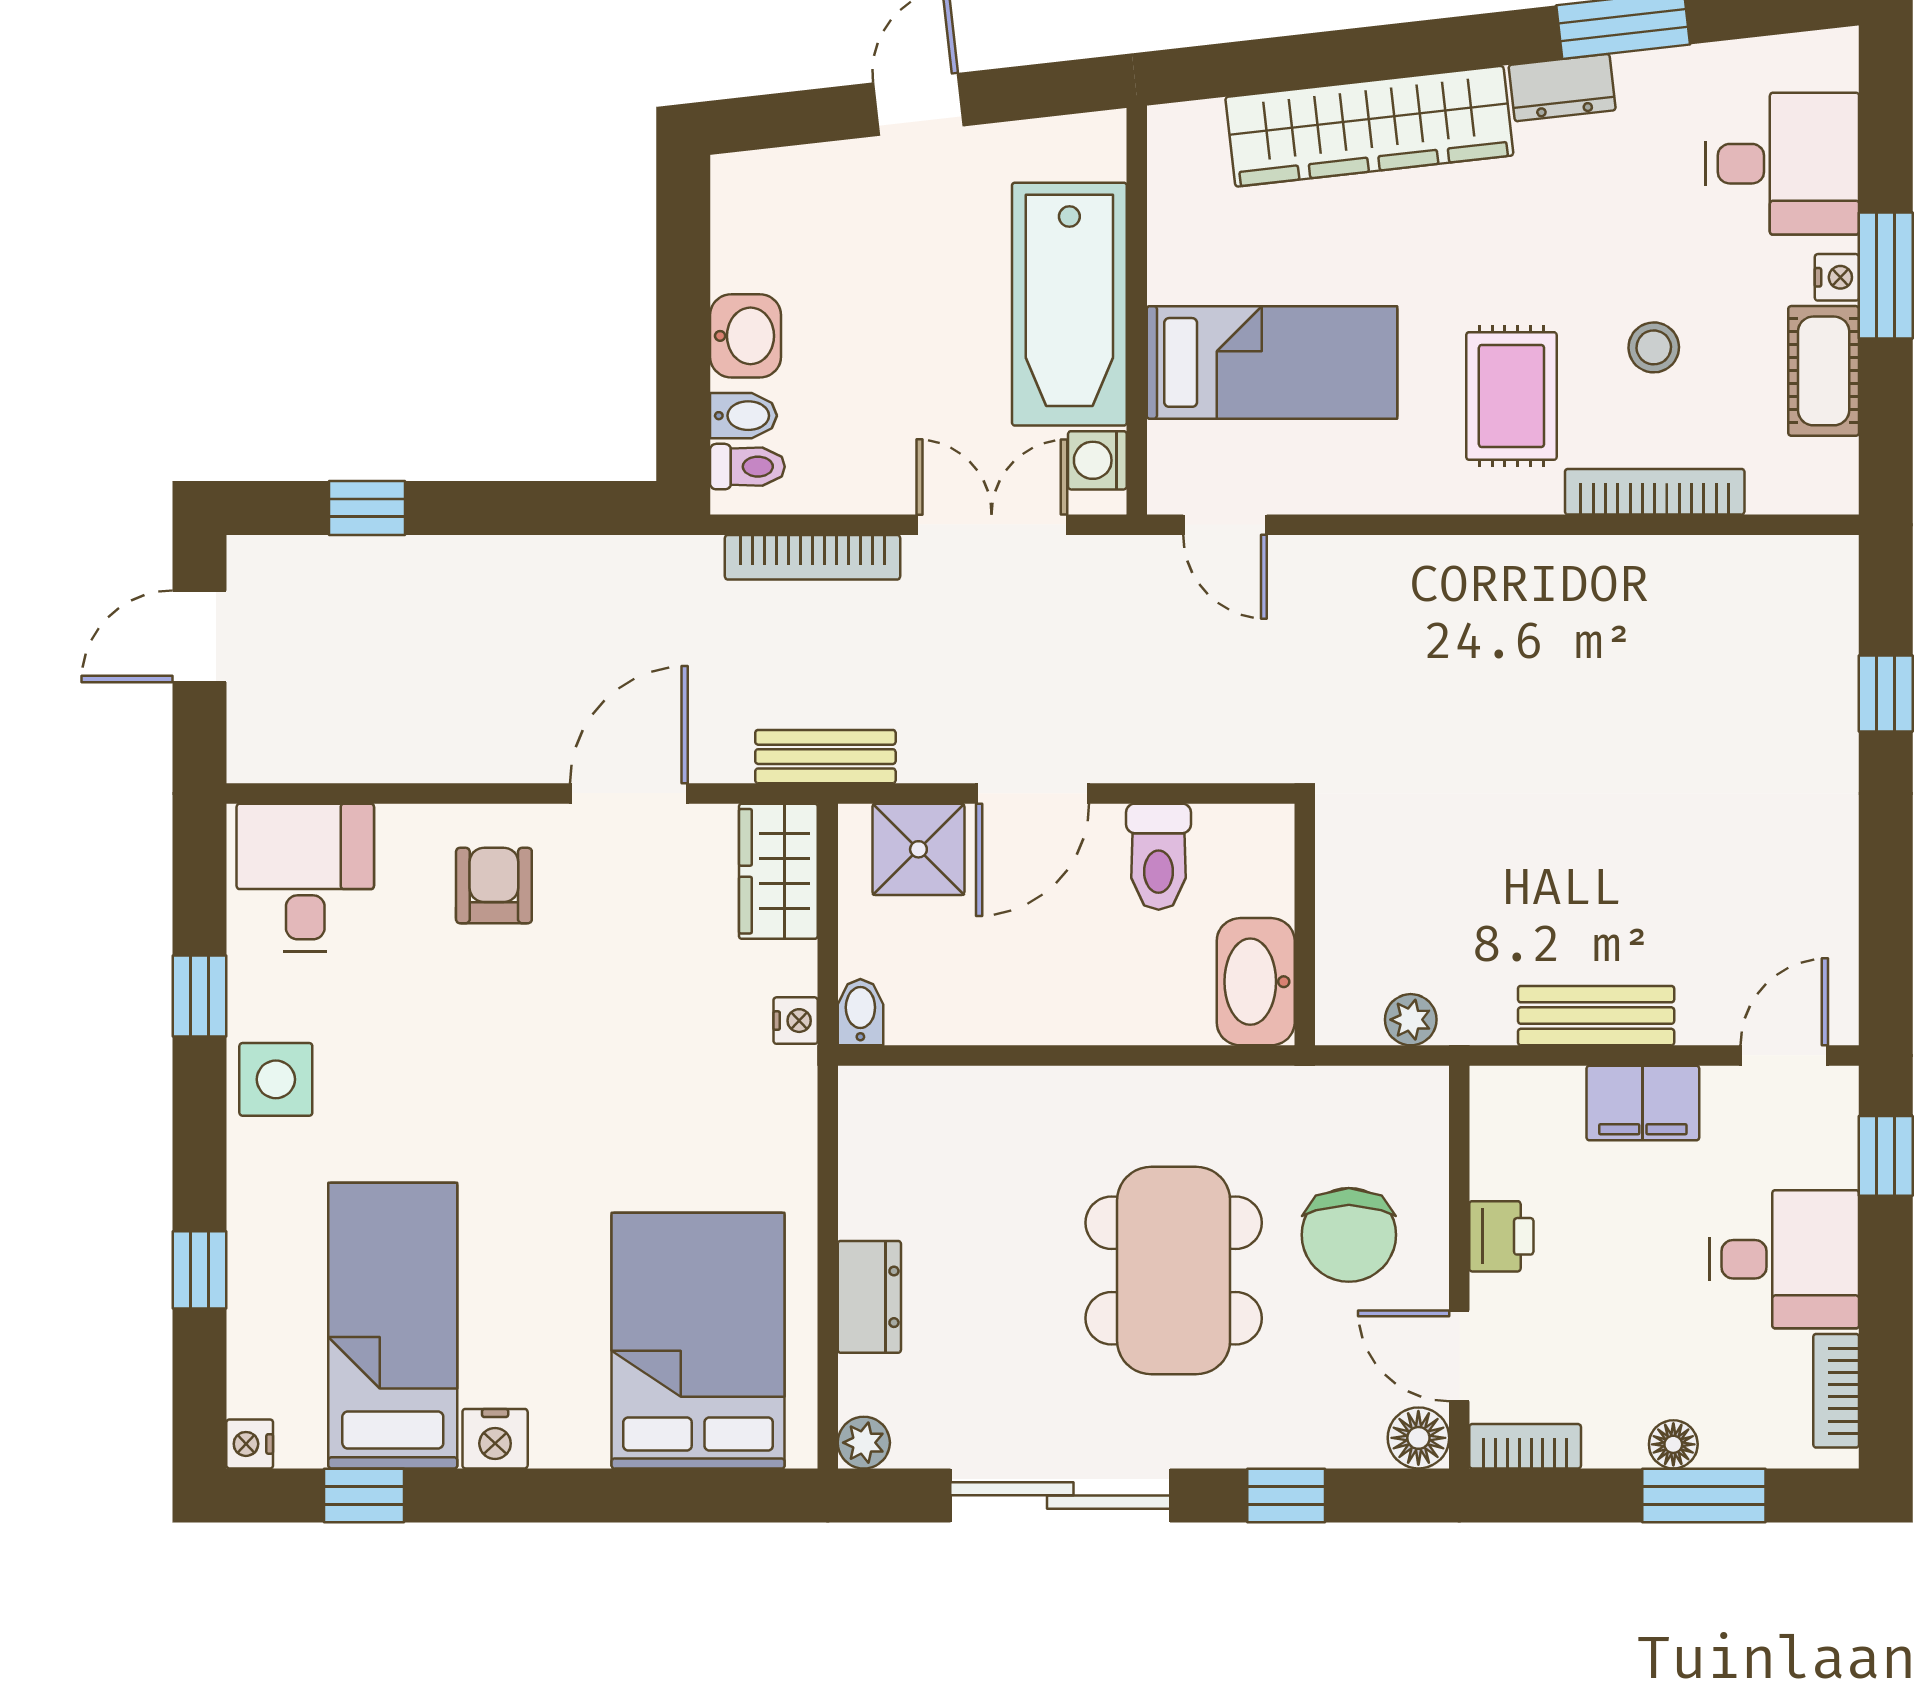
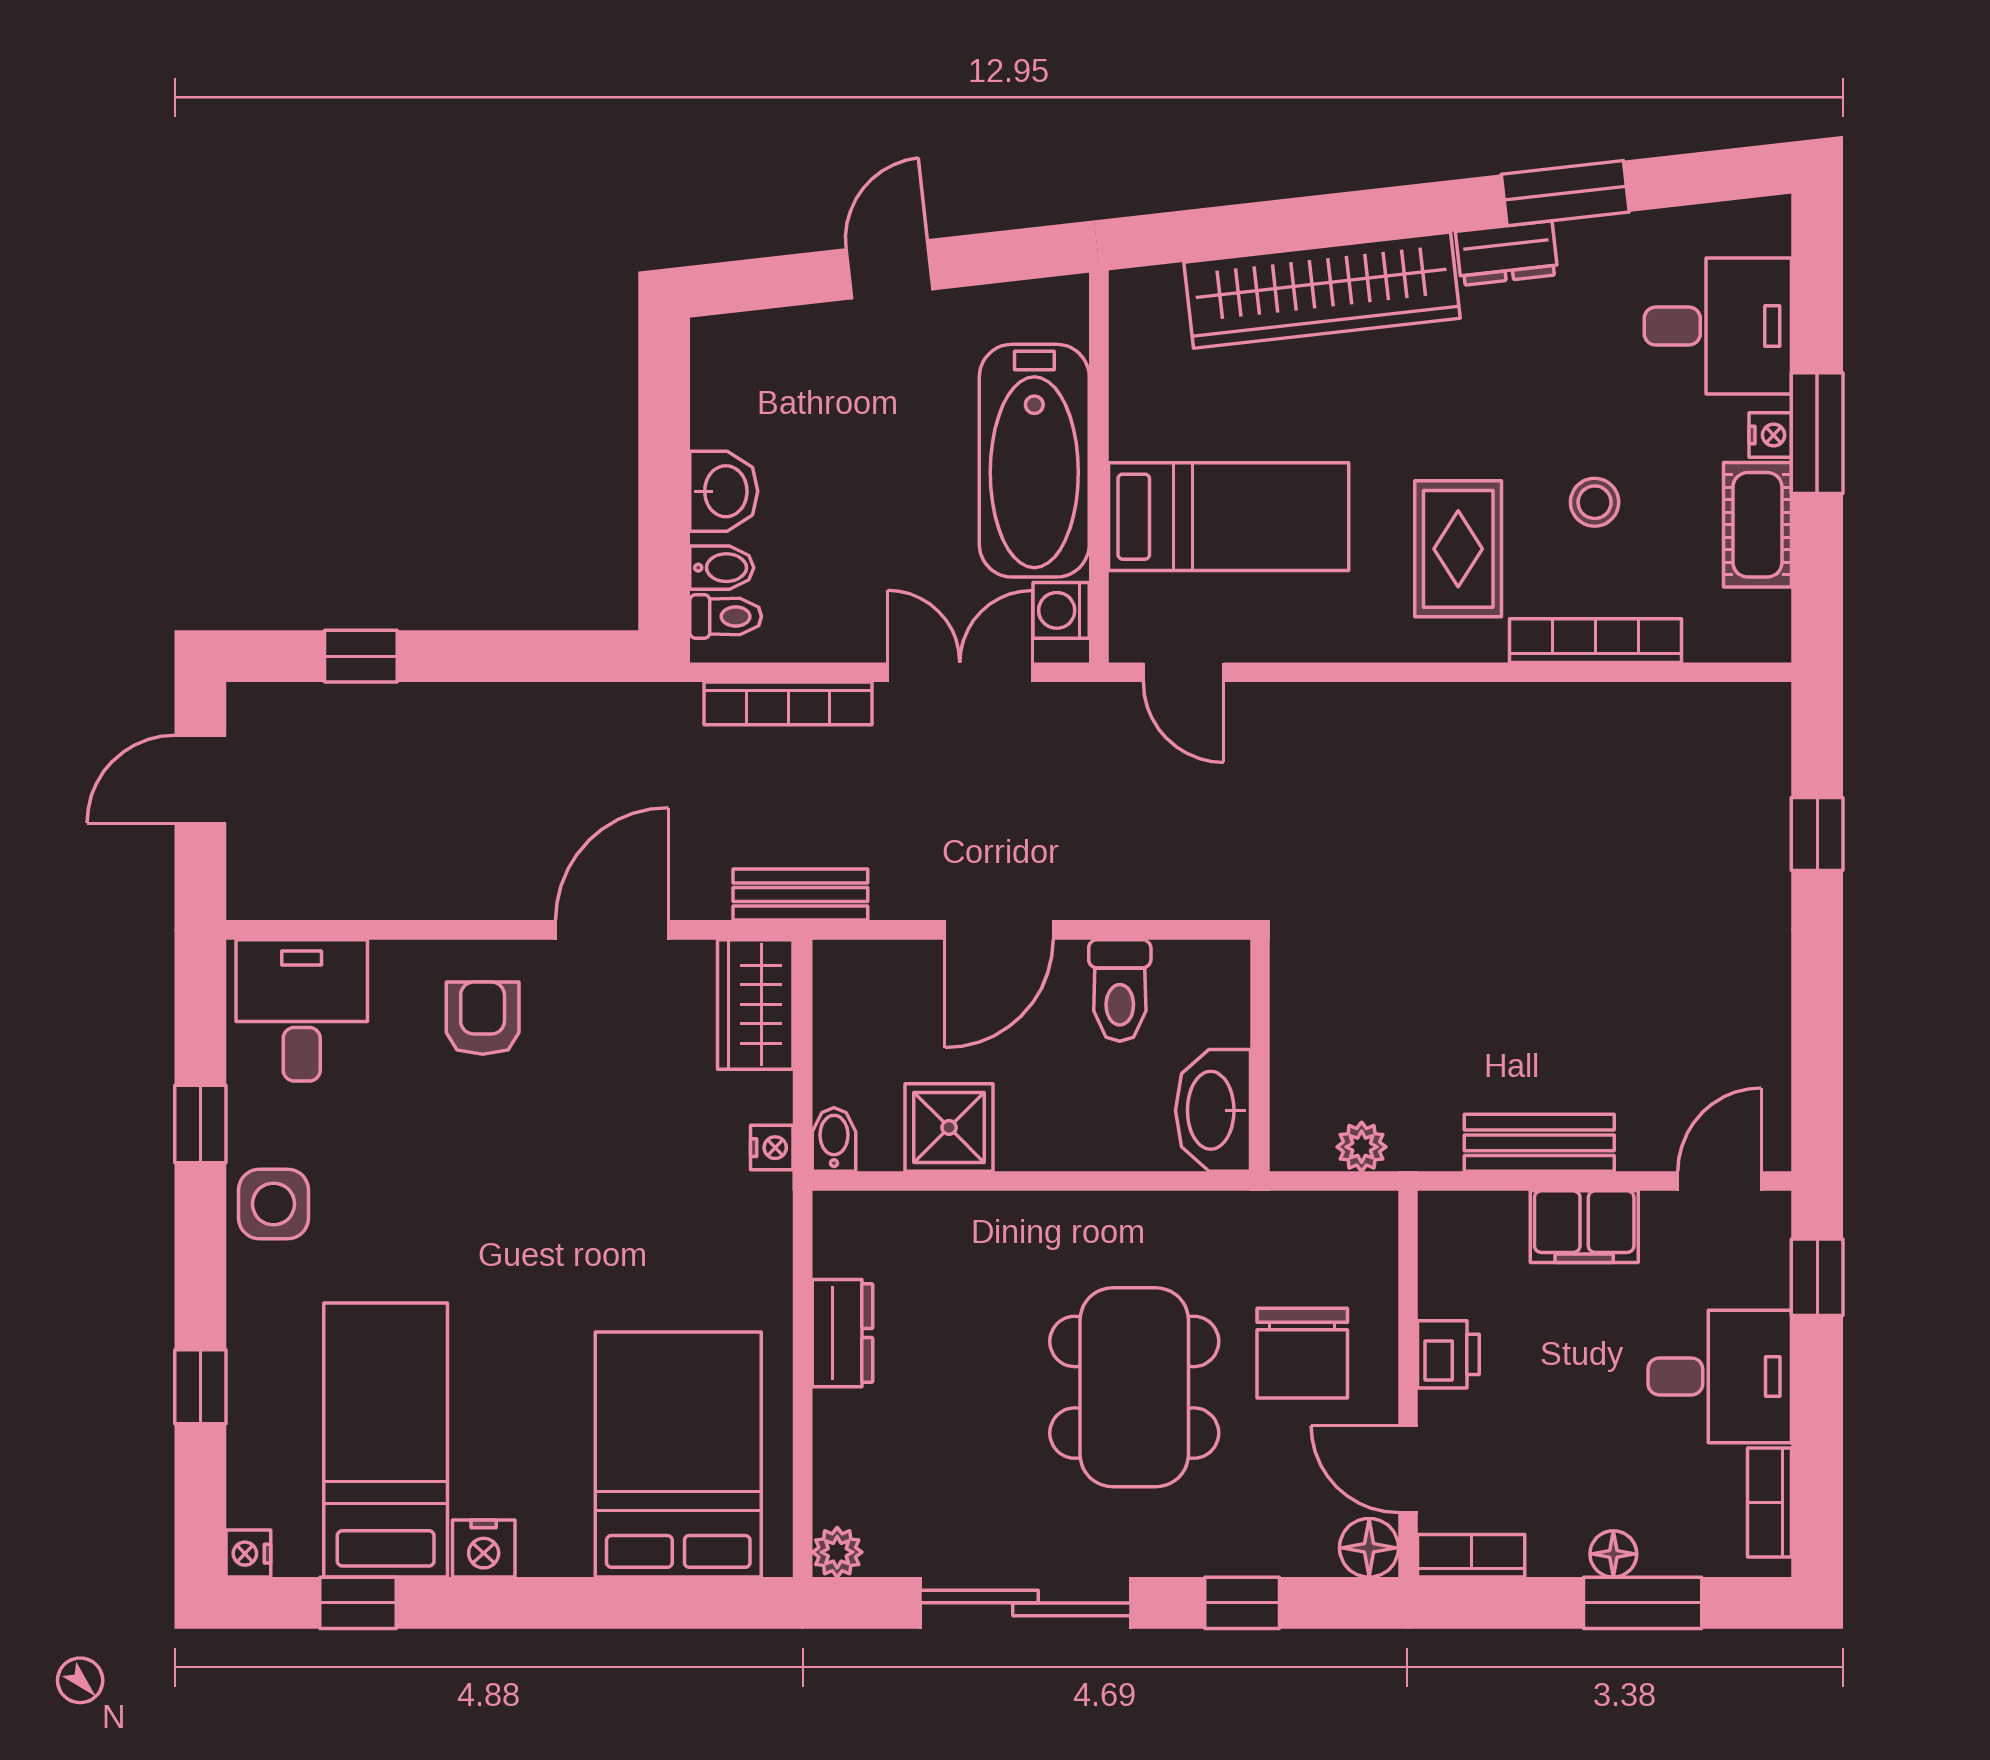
shower: (918, 849) -> (949, 1127), moved
dresser: (869, 1297) -> (843, 1333), moved

